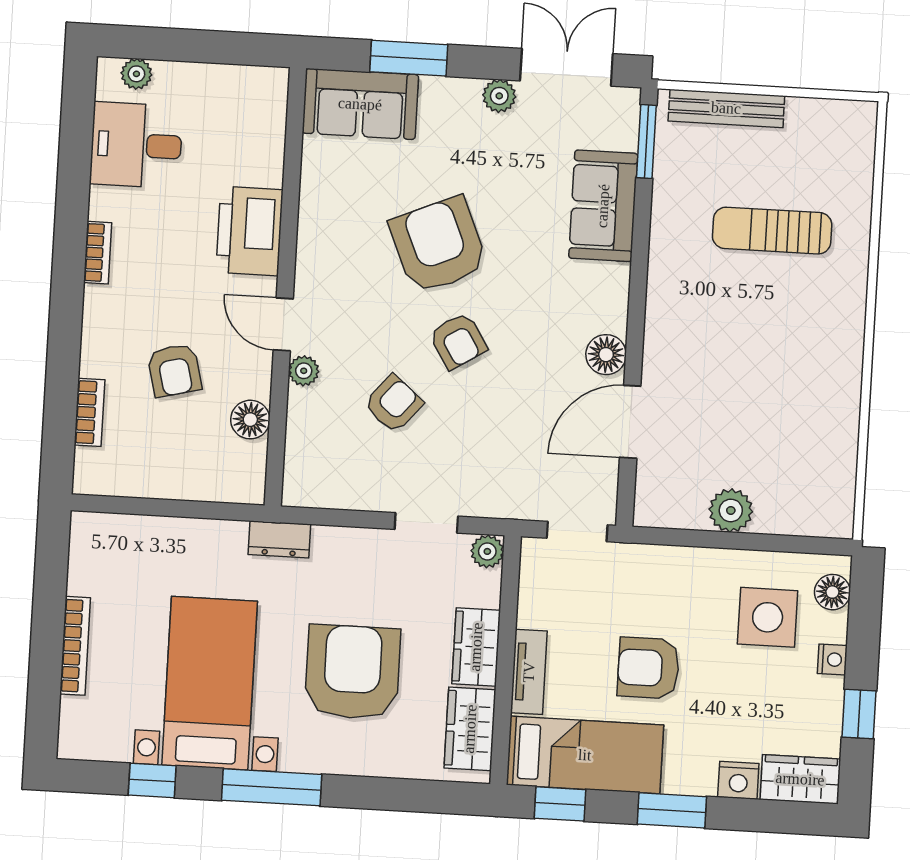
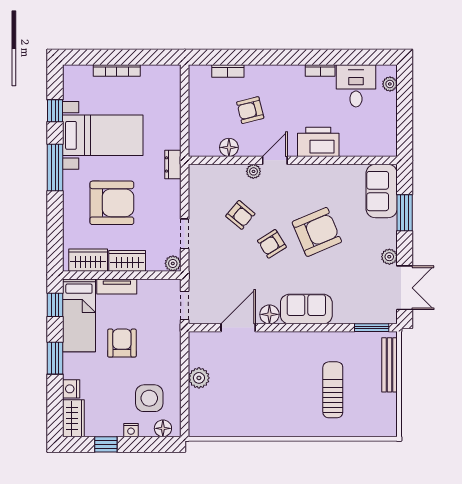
sofa: (603, 206) -> (306, 309), moved
bookcase: (98, 253) -> (320, 70), moved
door: (630, 422) -> (238, 328), hinge flipped

